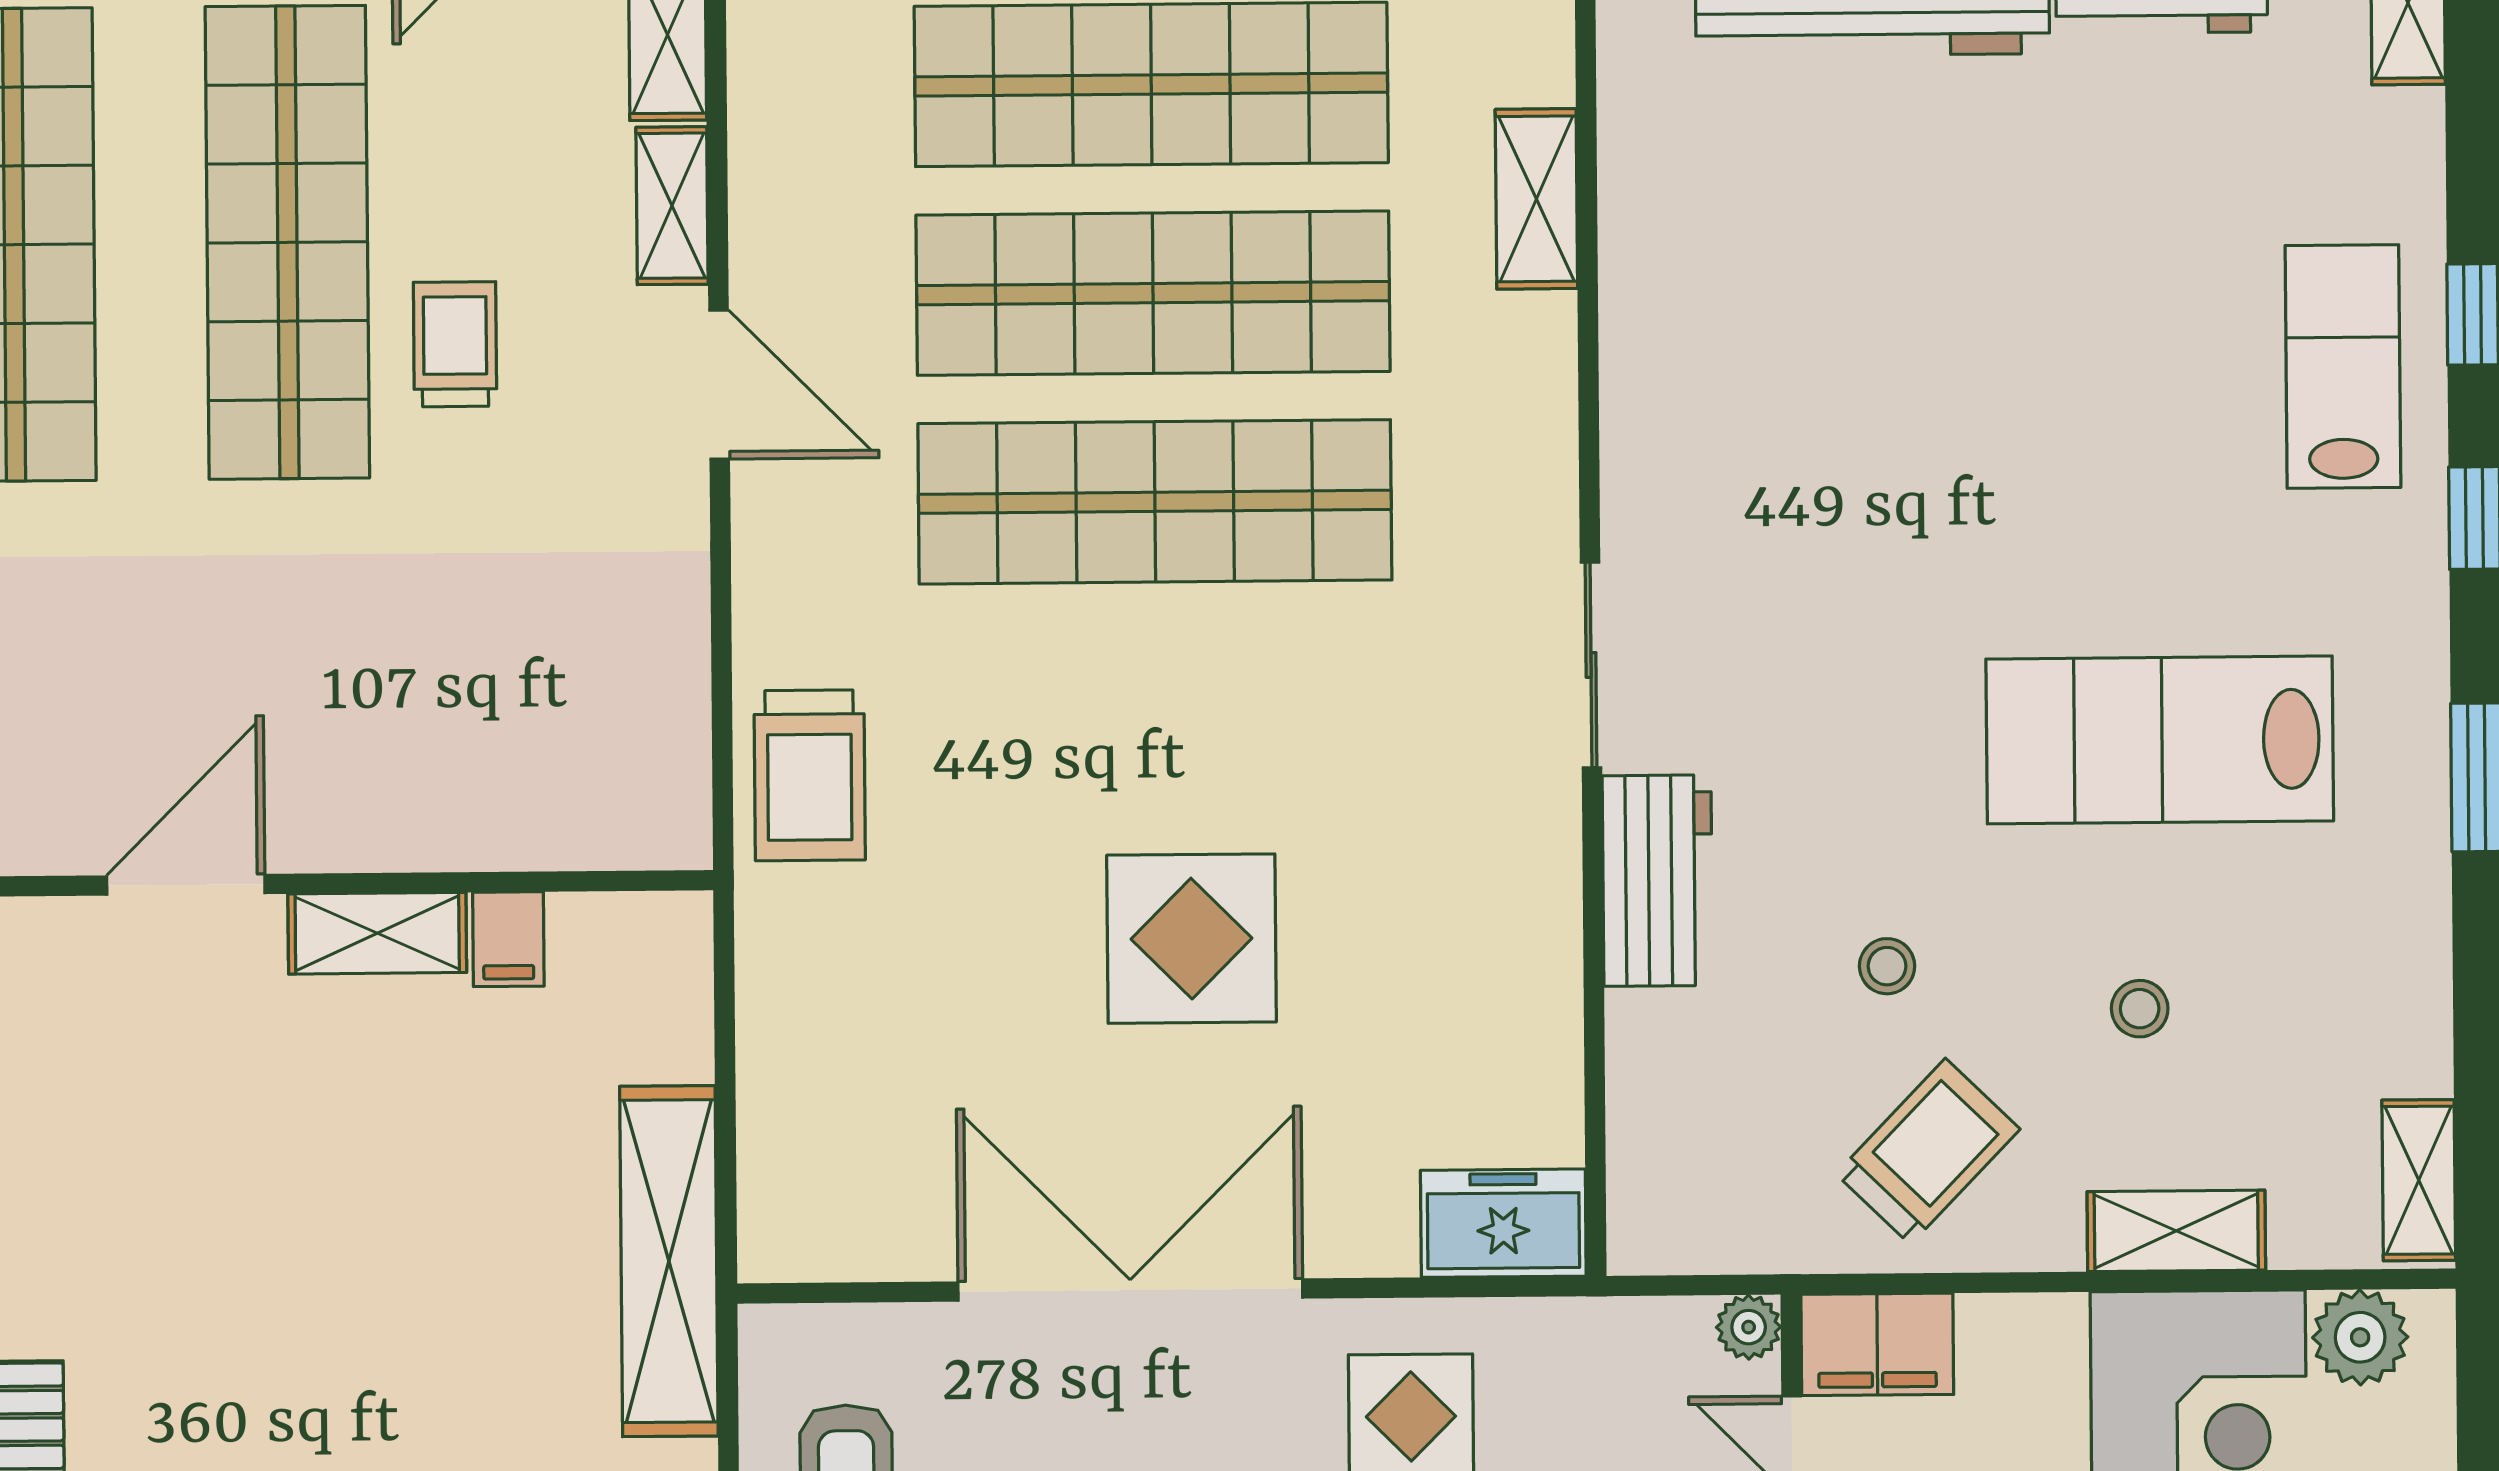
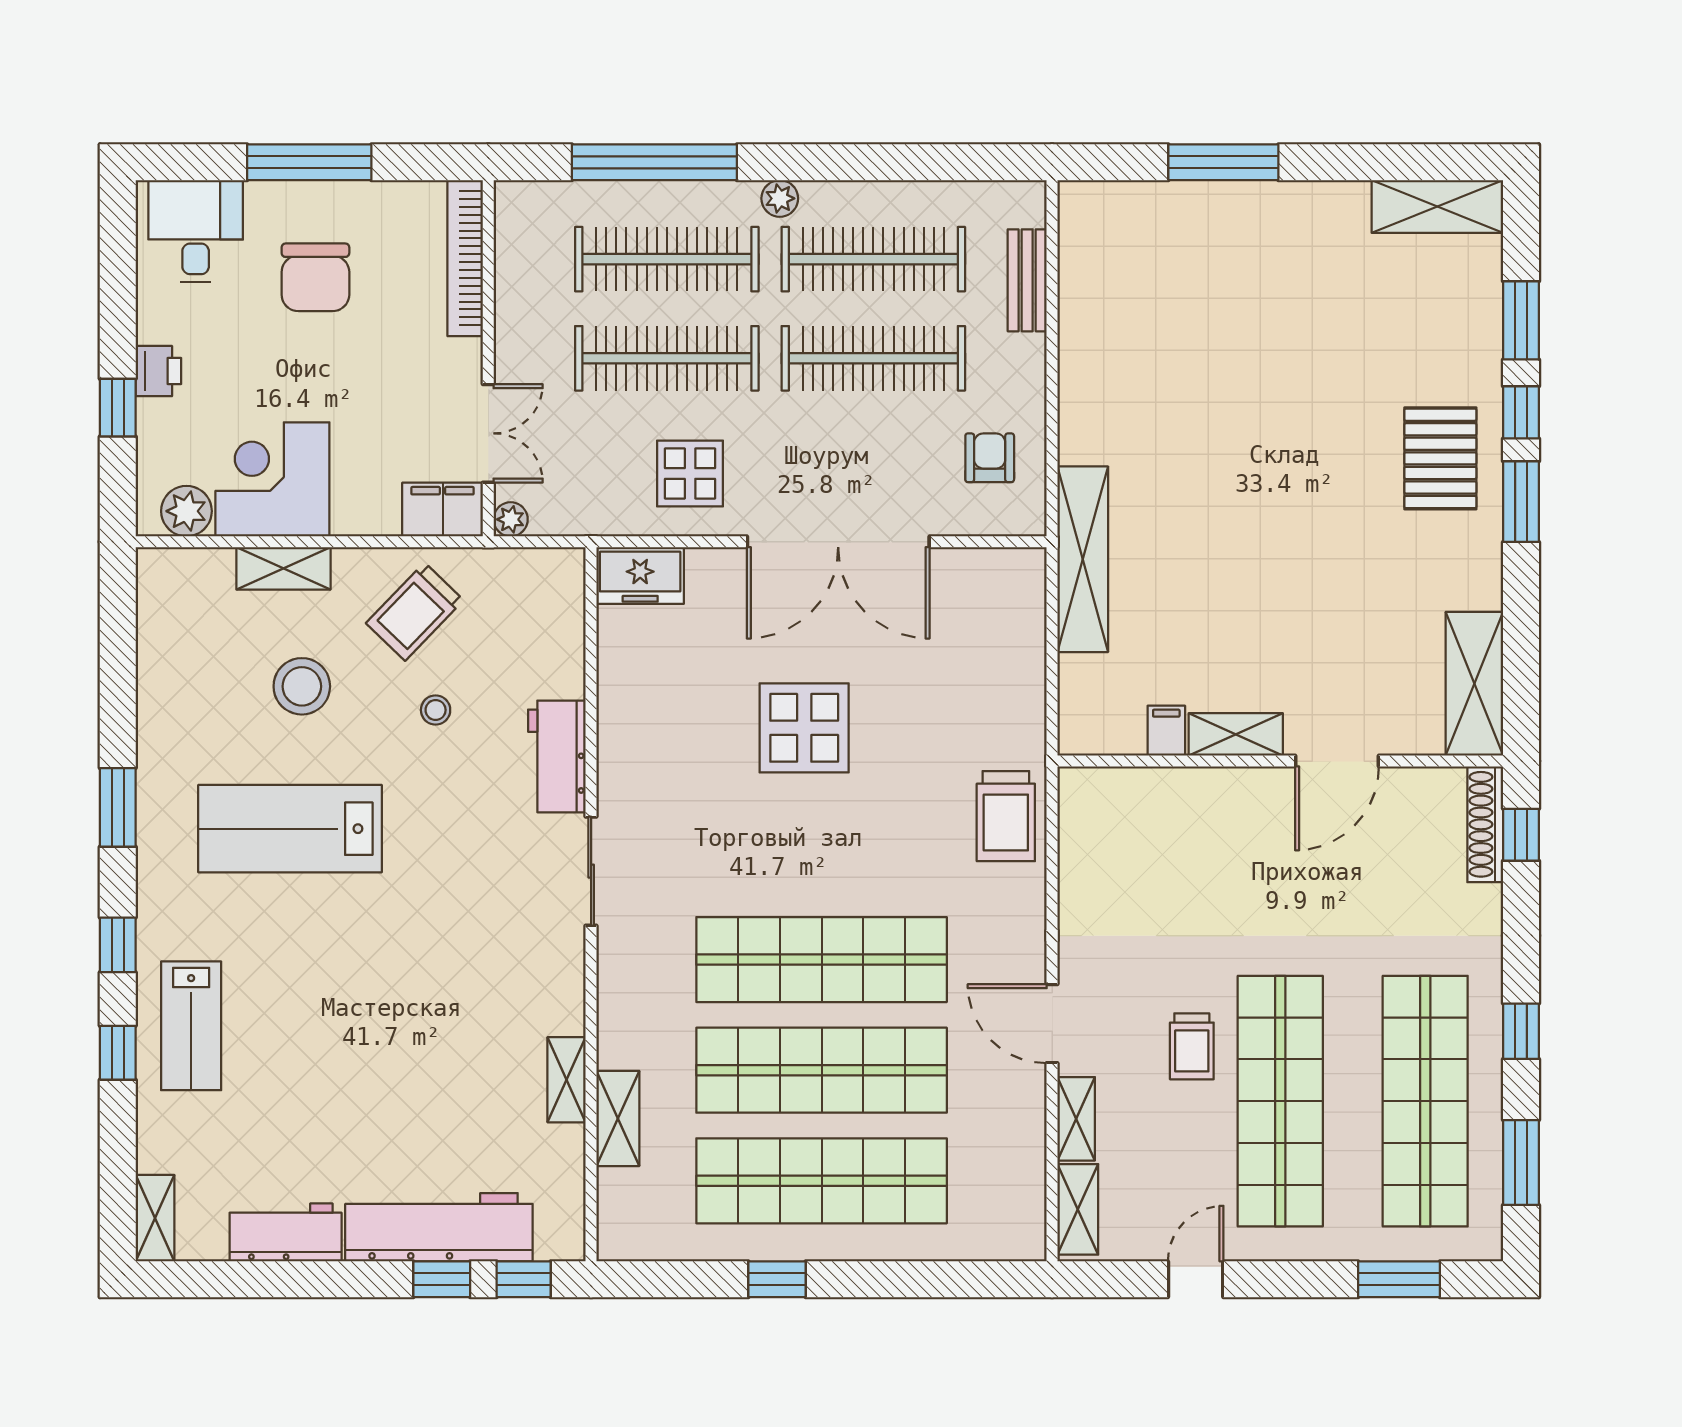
lab bench: (2160, 740) -> (290, 829), turned 180
trolley: (810, 775) -> (1006, 816), turned 180
stool: (2140, 1009) -> (302, 686), width x1.89, depth x1.89
shelving: (2419, 1180) -> (567, 1080), moved

